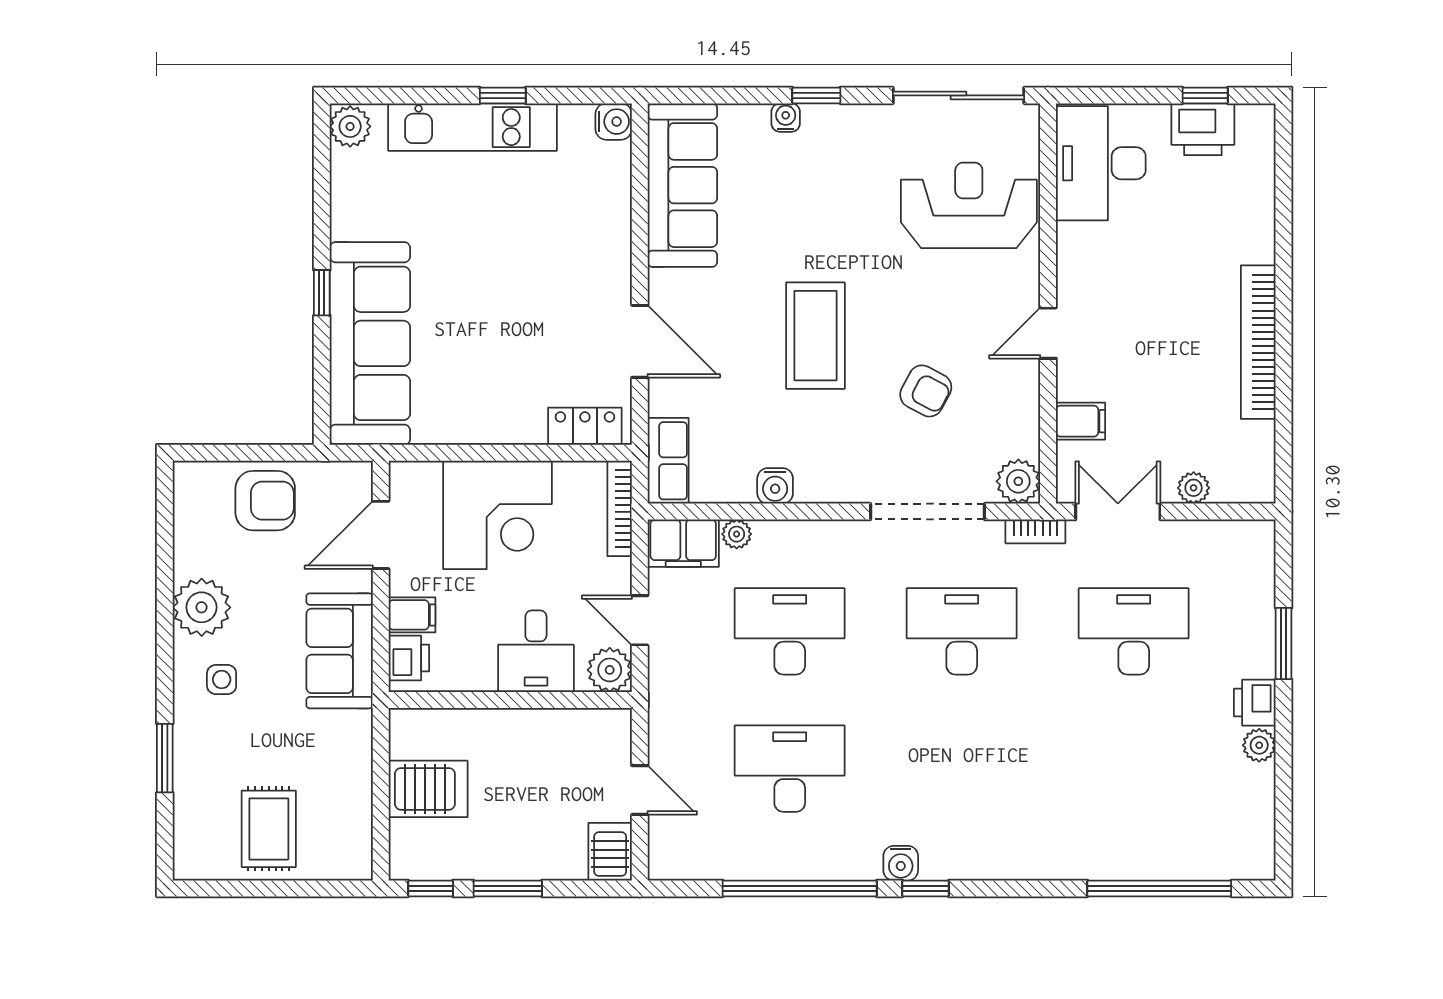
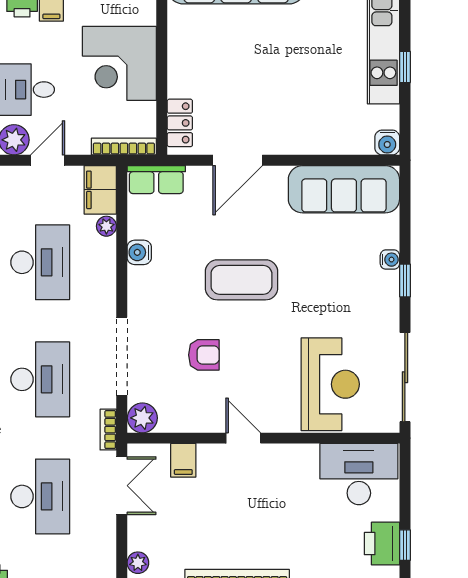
armchair: (926, 391) -> (204, 355), turned -118
plant: (1194, 488) -> (138, 563), moved

